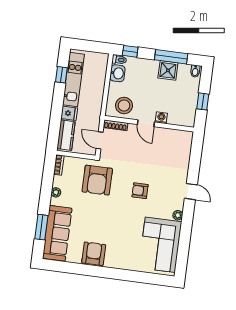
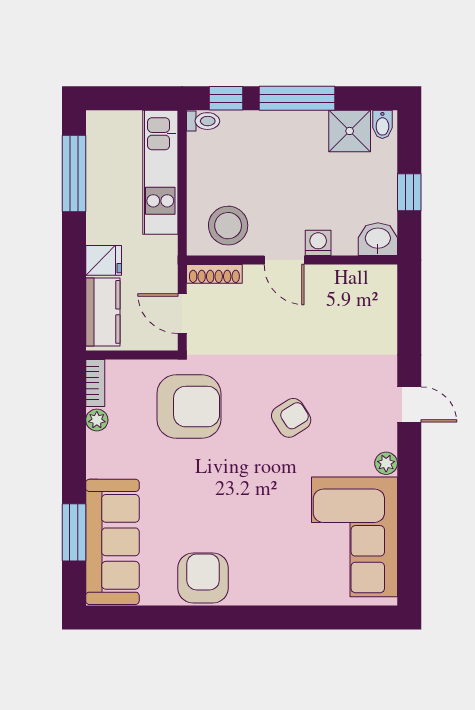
window: (171, 57) -> (297, 98), moved
shower: (168, 70) -> (350, 131), moved
washbasin: (117, 73) -> (378, 239), moved, turned -90
window: (61, 75) -> (74, 173), width x2.17
kitchen unit: (73, 80) -> (160, 172), moved, turned 180
armchair: (97, 180) -> (189, 407), turned -90
armchair: (140, 191) -> (291, 418), turned 148
plant: (56, 192) -> (97, 420), moved

